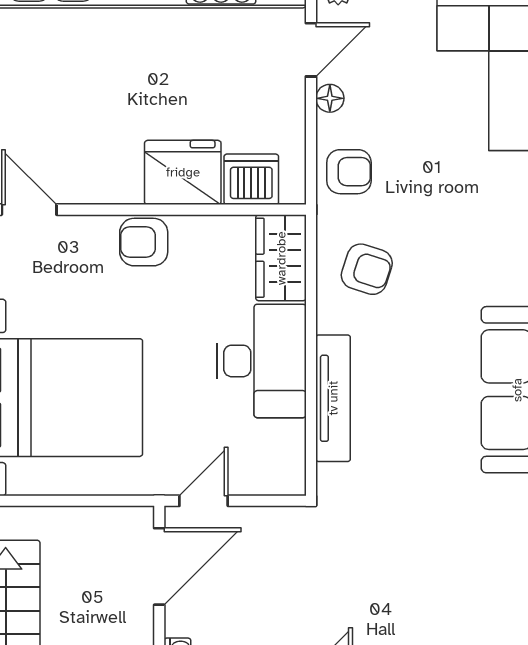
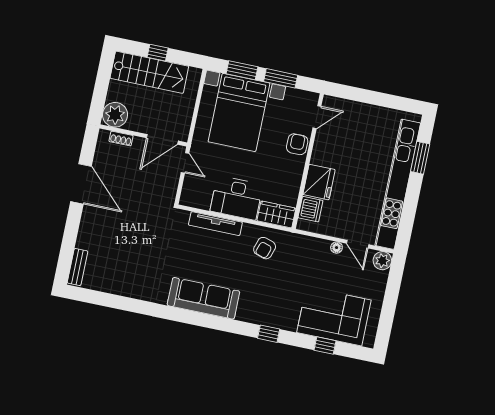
armchair: (349, 172) -> (305, 249), removed
armchair: (144, 242) -> (297, 144), moved
door: (159, 566) -> (162, 139), hinge flipped

